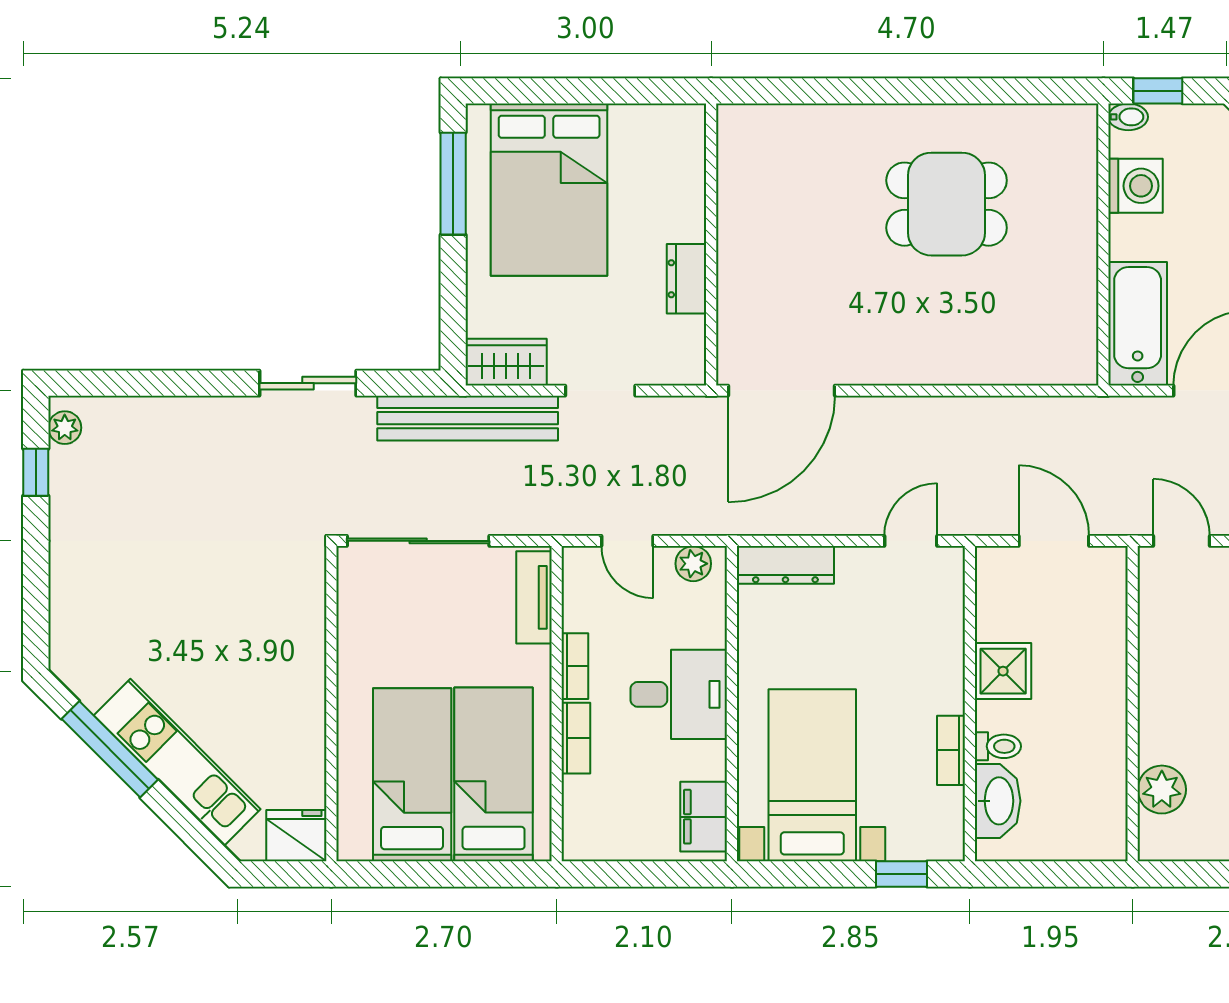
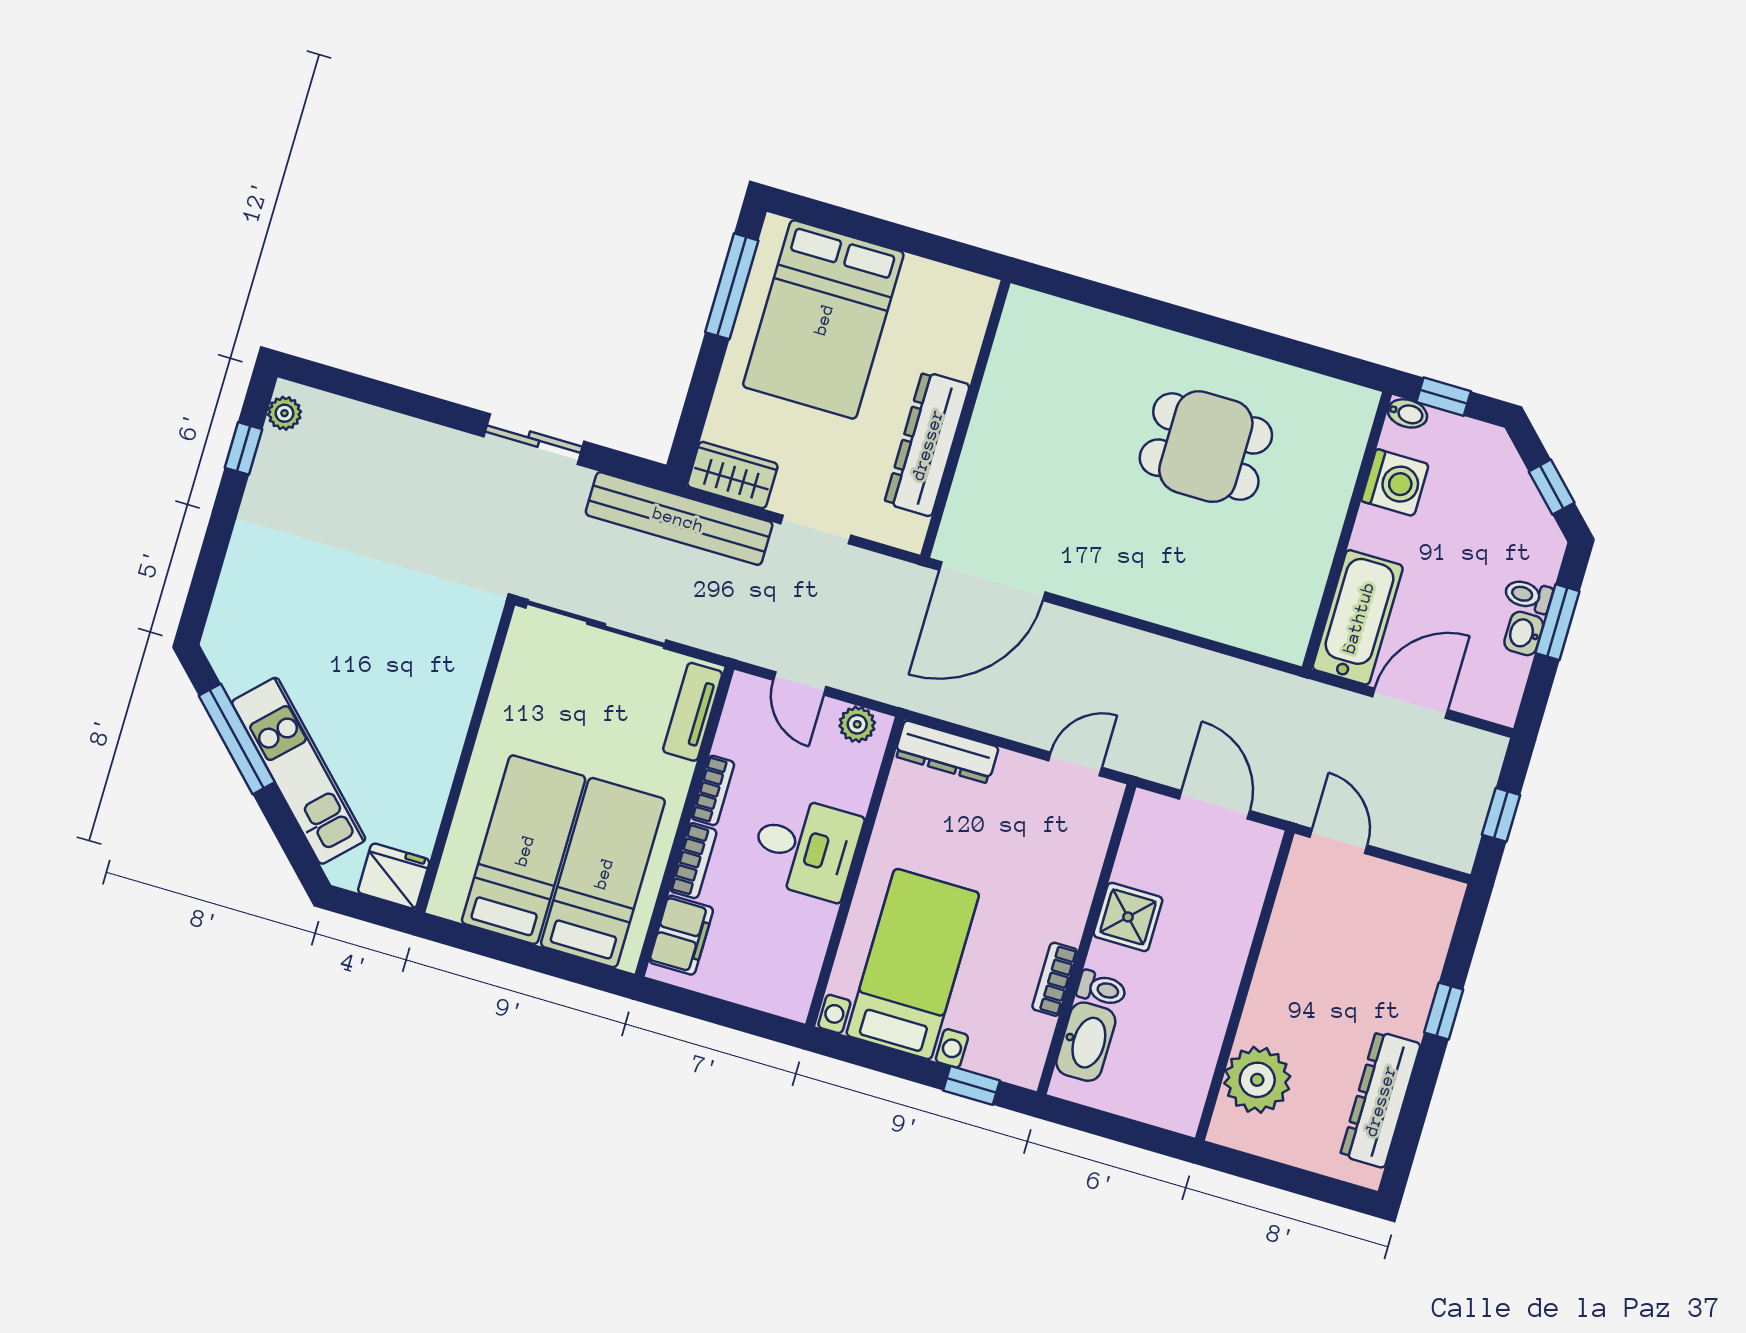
dresser: (687, 279) -> (927, 444), width x1.96, depth x1.24
plant: (1162, 790) -> (1257, 1080), width x1.36, depth x1.36
filing cabinet: (704, 817) -> (681, 935), moved, turned 180

